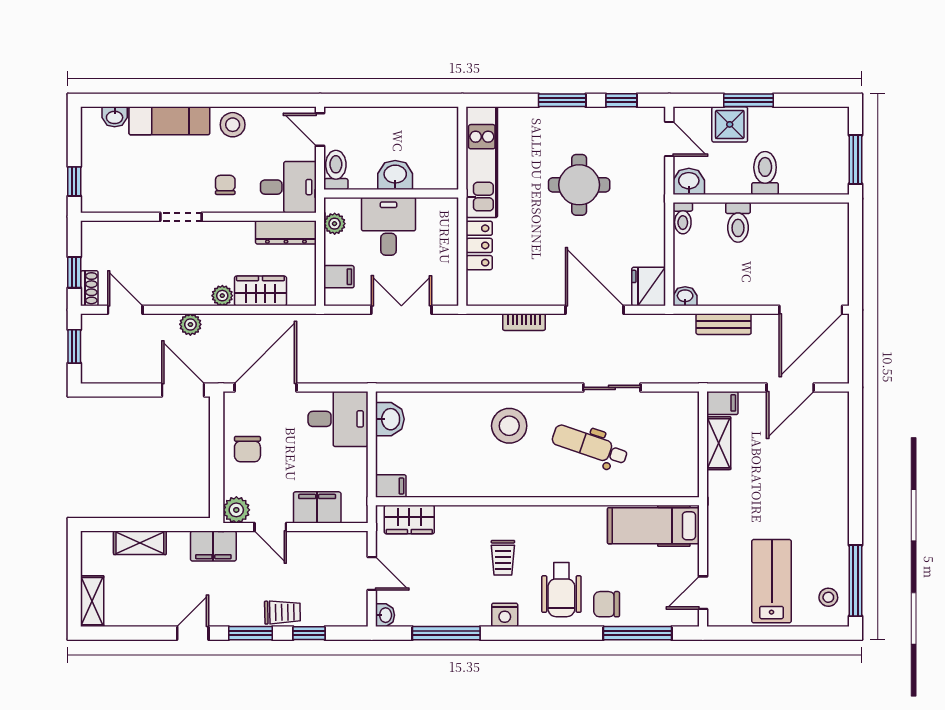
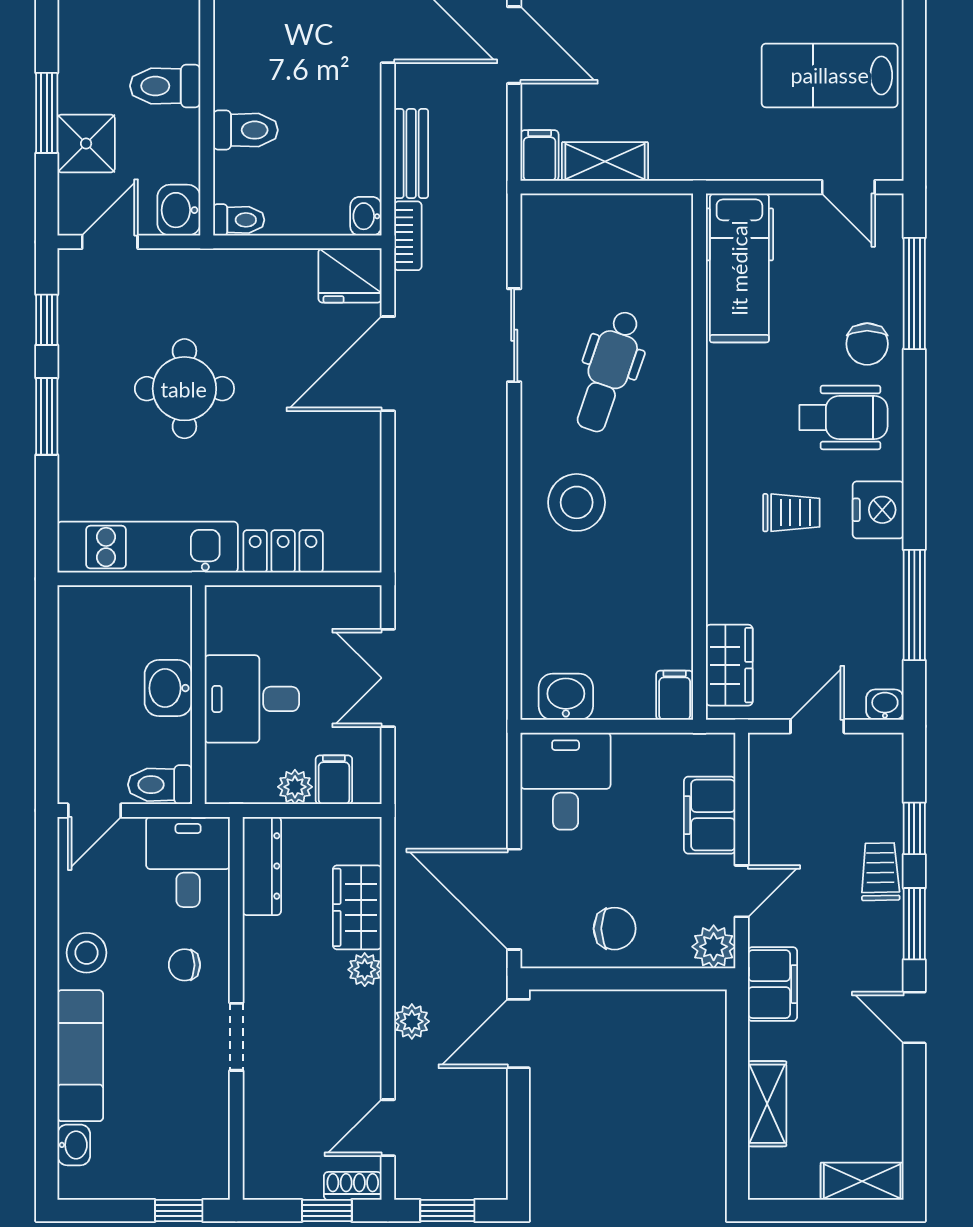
plant: (335, 224) -> (295, 787), moved
bookcase: (524, 322) -> (408, 236), moved
nightstand: (505, 615) -> (878, 510), width x1.36, depth x1.33

